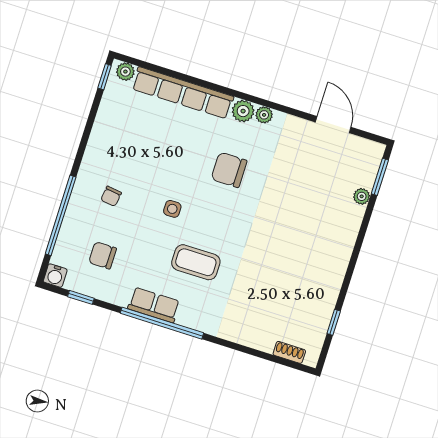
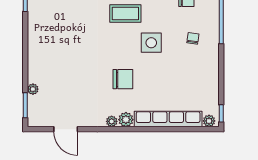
side table: (172, 209) -> (151, 43), width x1.87, depth x1.87

